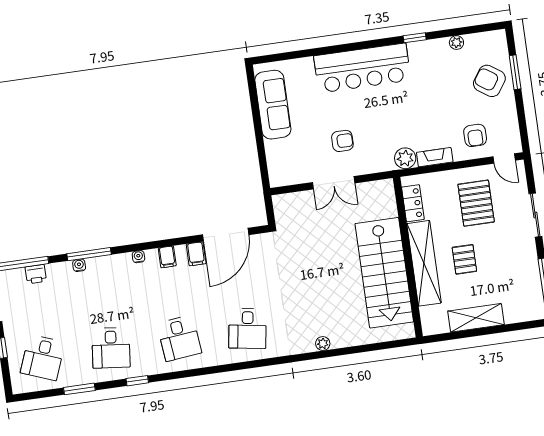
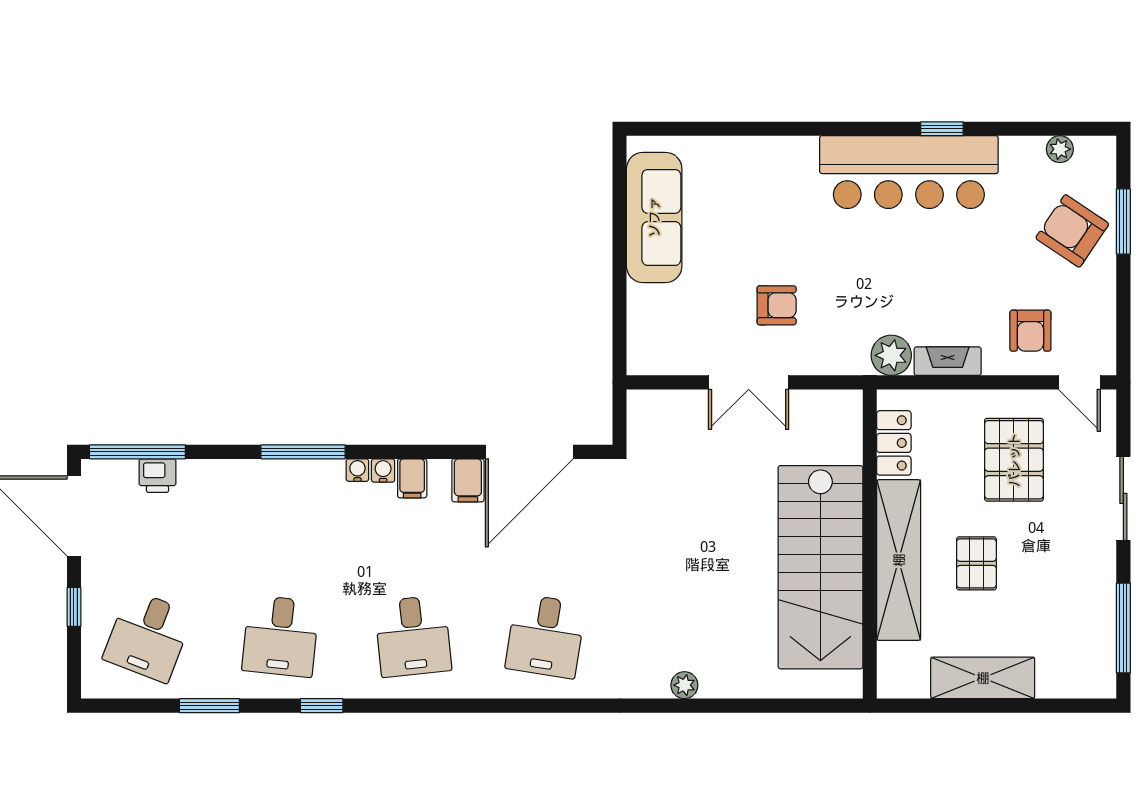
plant: (456, 43) -> (1060, 149), moved
bar counter: (362, 68) -> (909, 172), moved
window: (89, 254) -> (303, 452), moved
water cooler: (79, 265) -> (383, 470), moved

